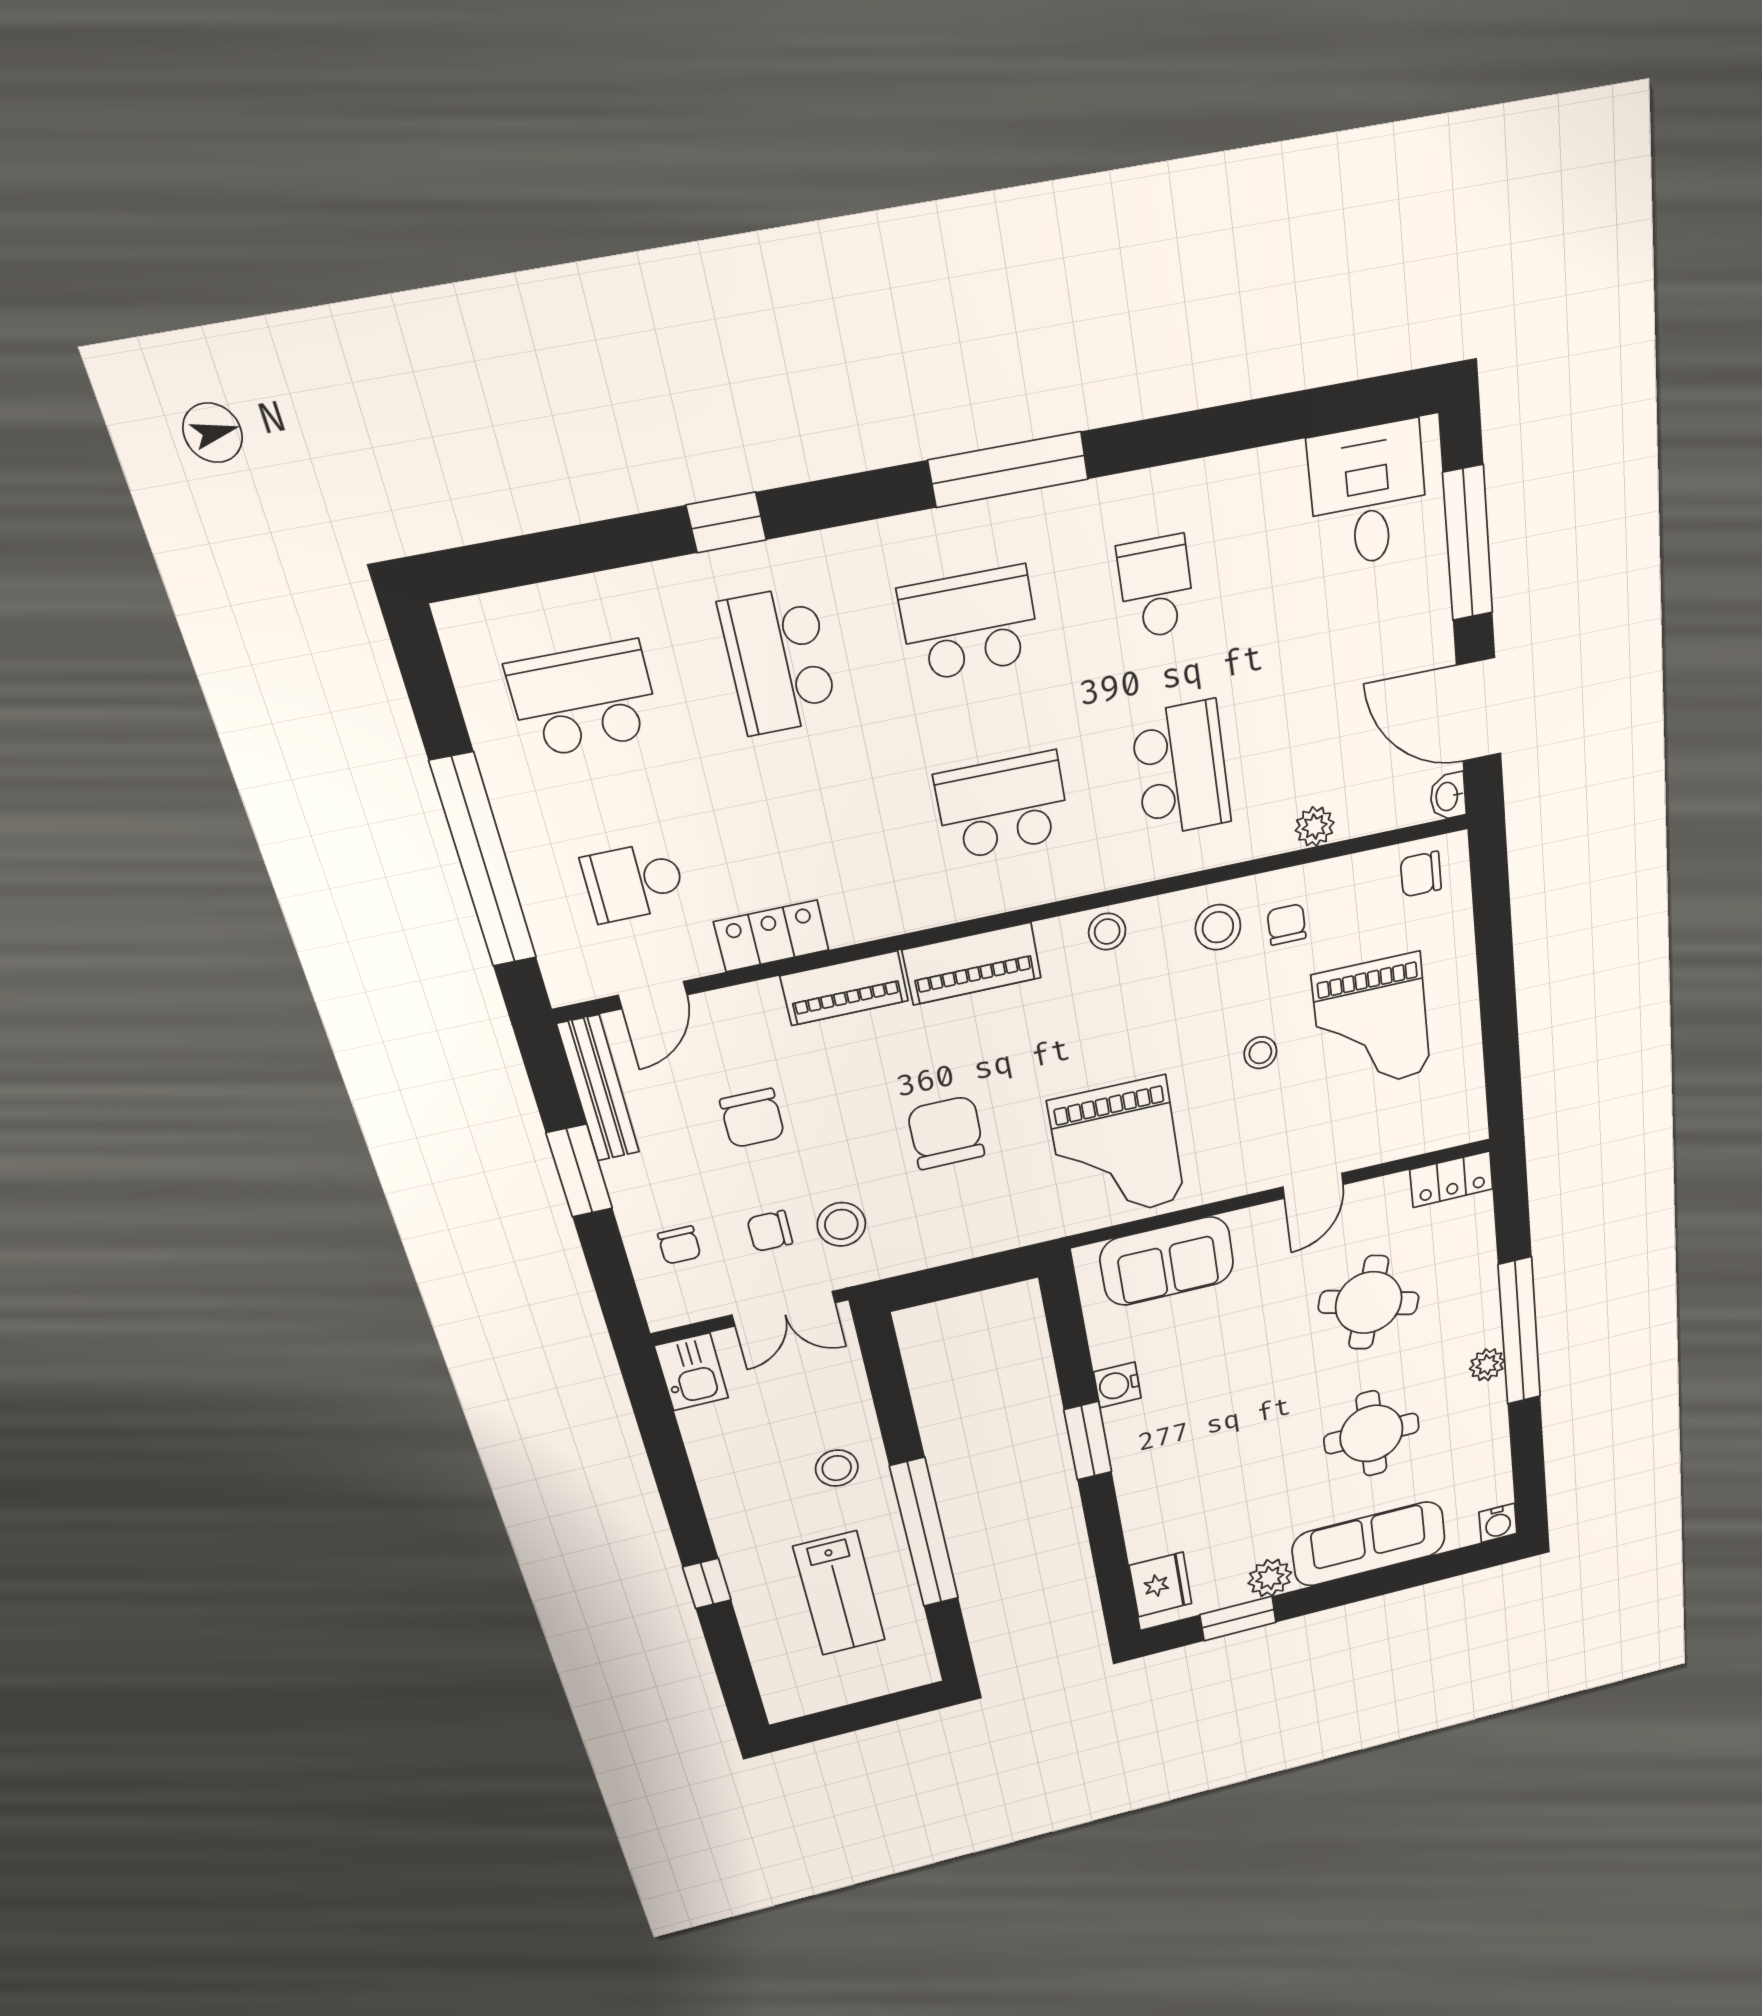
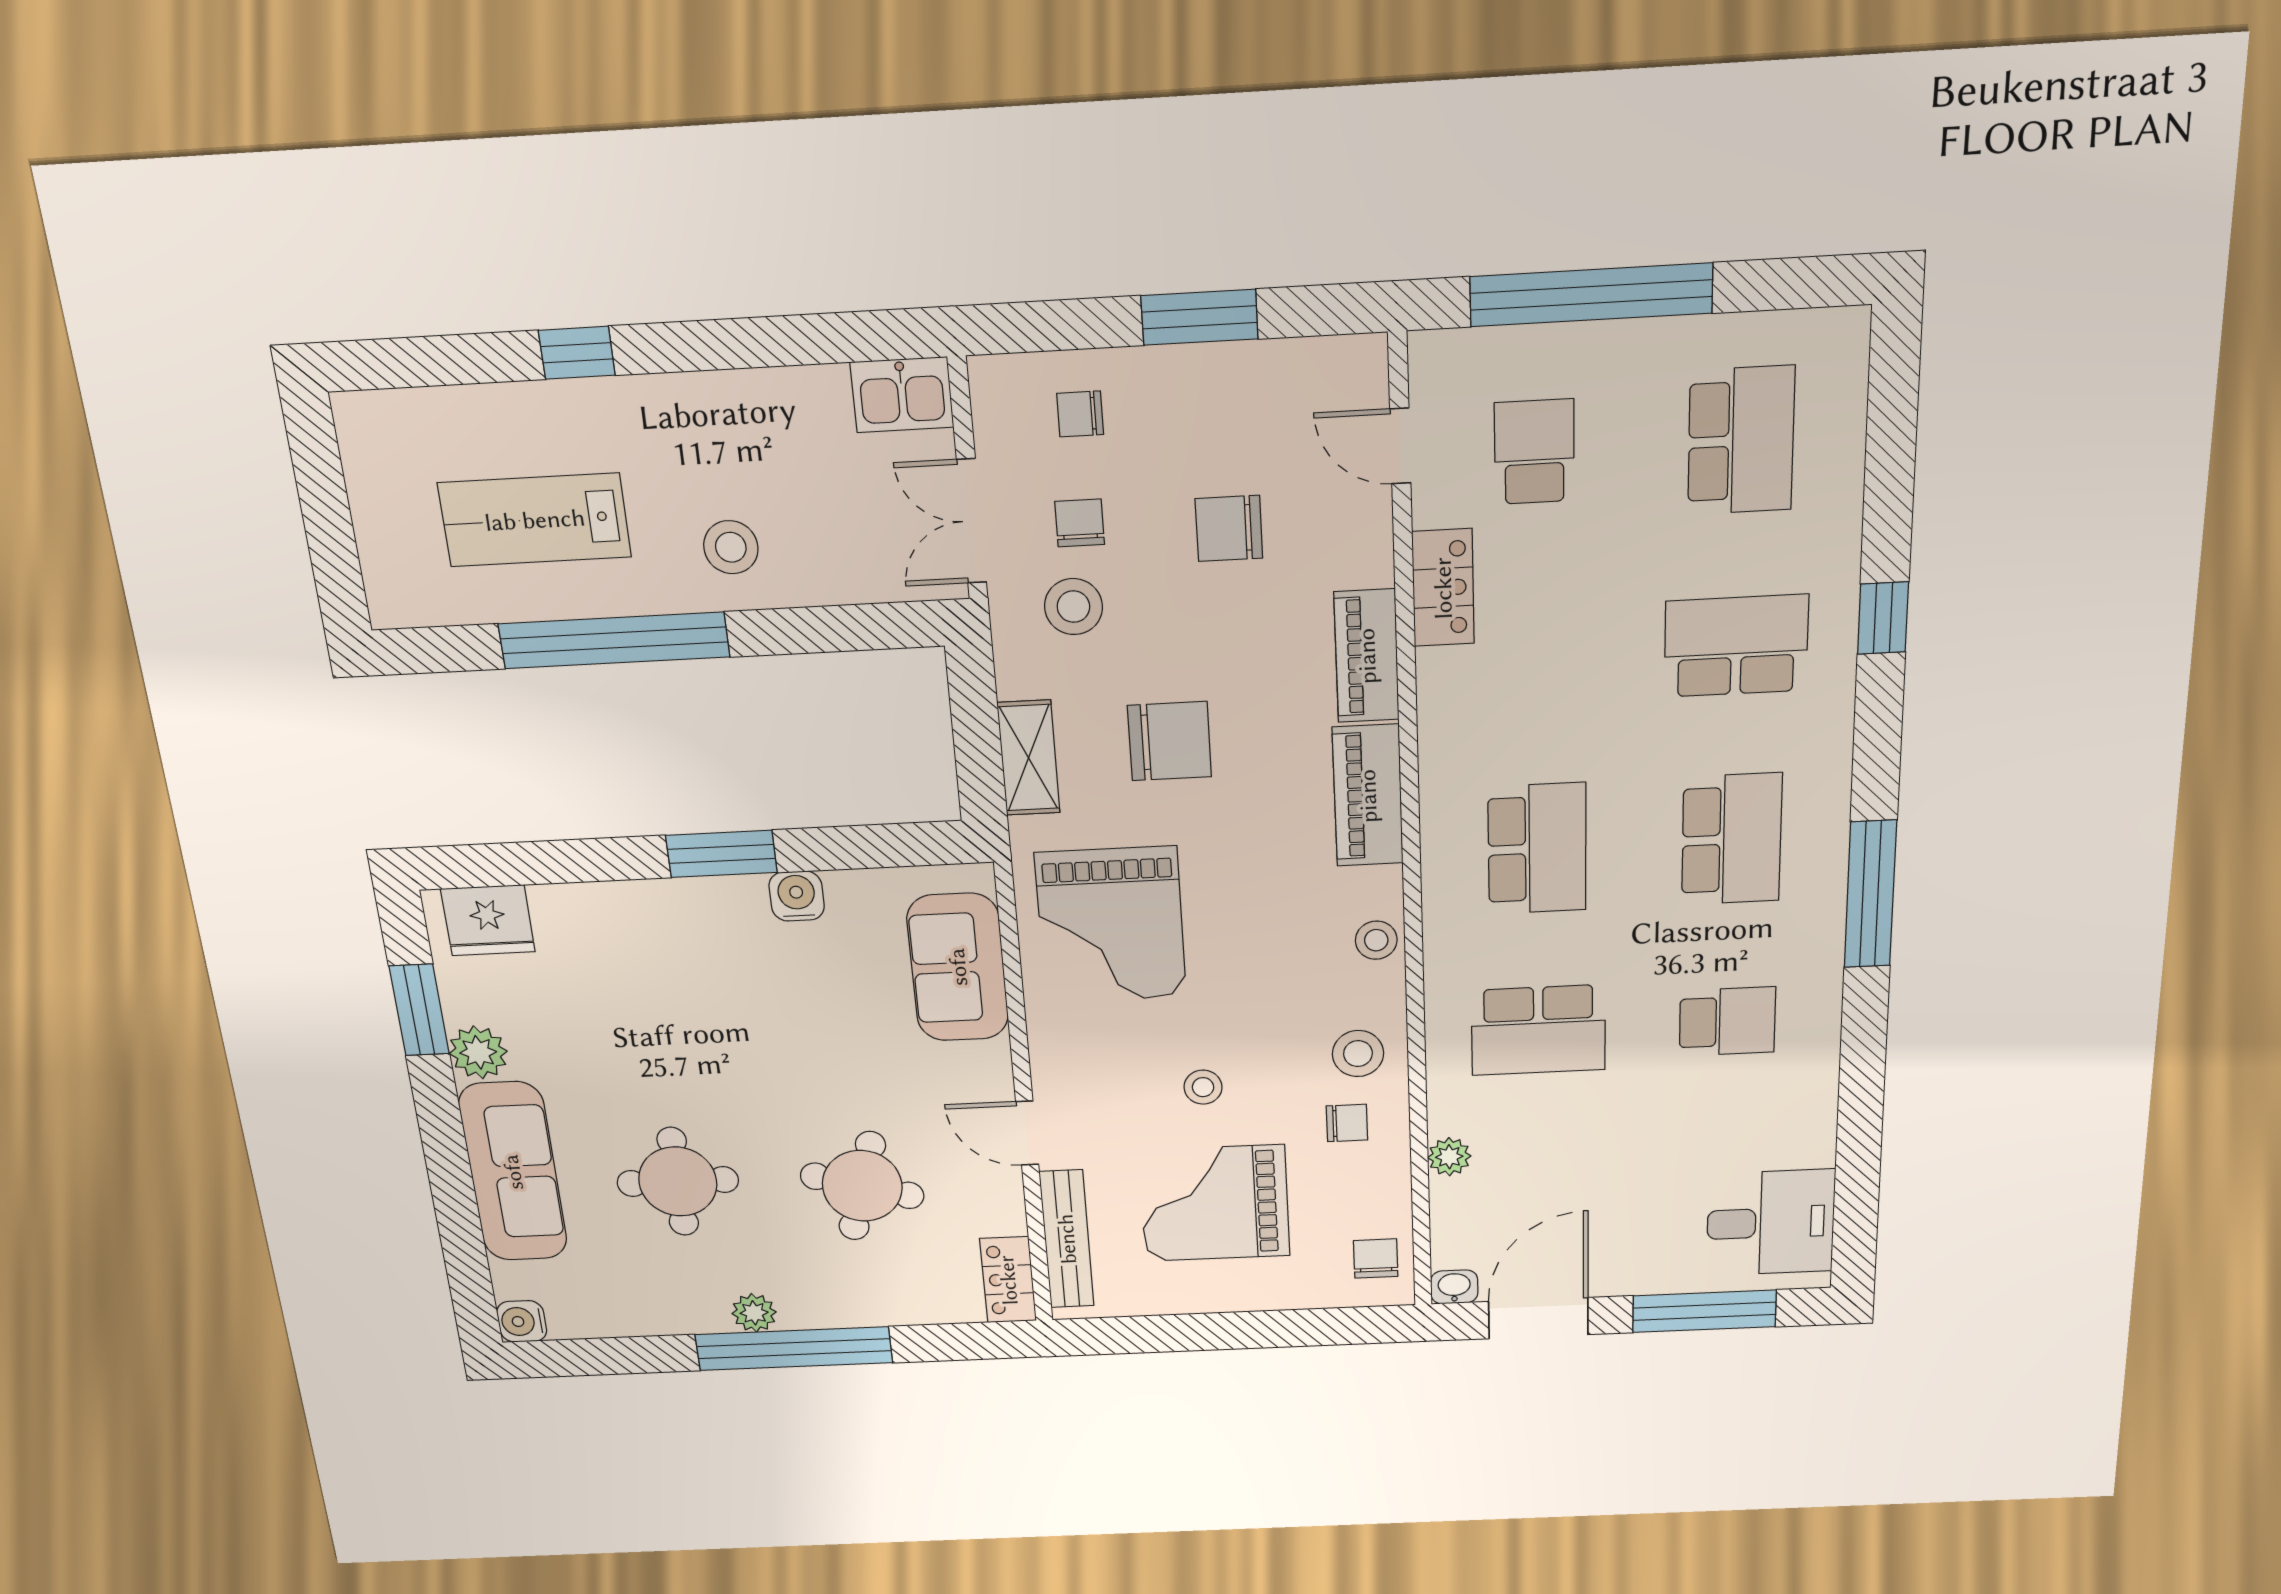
bench: (598, 1089) -> (1067, 1239), moved, turned 90
grand piano: (1117, 1151) -> (1111, 925), turned -90
shelving: (977, 1237) -> (1029, 758), added

